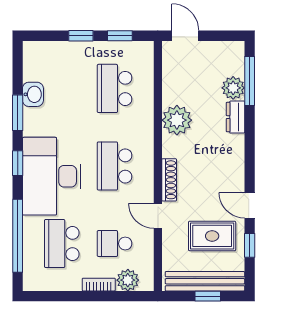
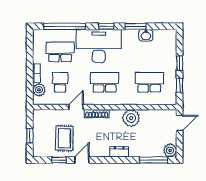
plant: (233, 88) -> (170, 150), moved
dresser: (236, 117) -> (119, 152), moved
bench: (205, 281) -> (38, 134), removed

